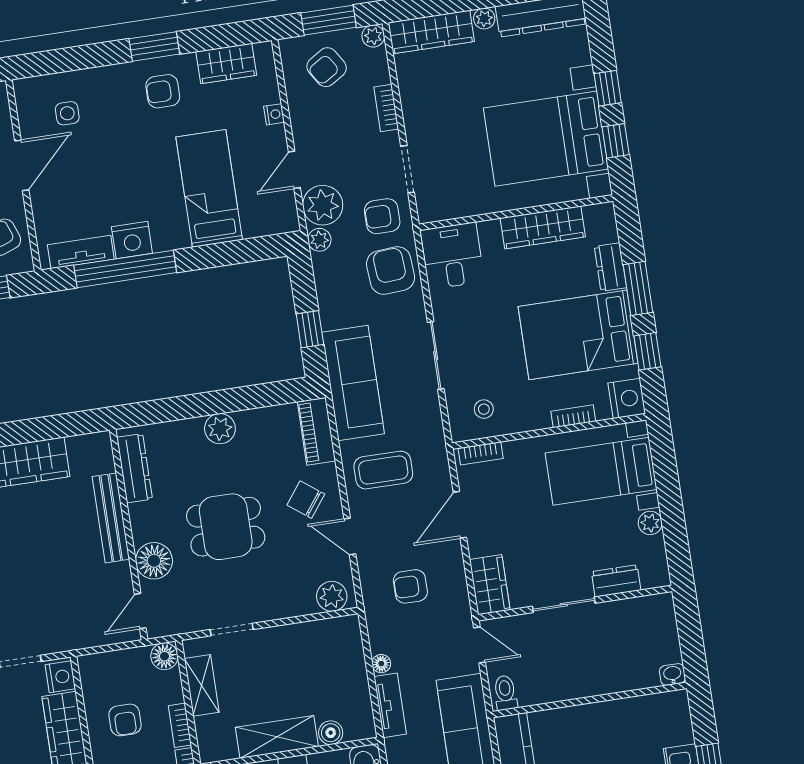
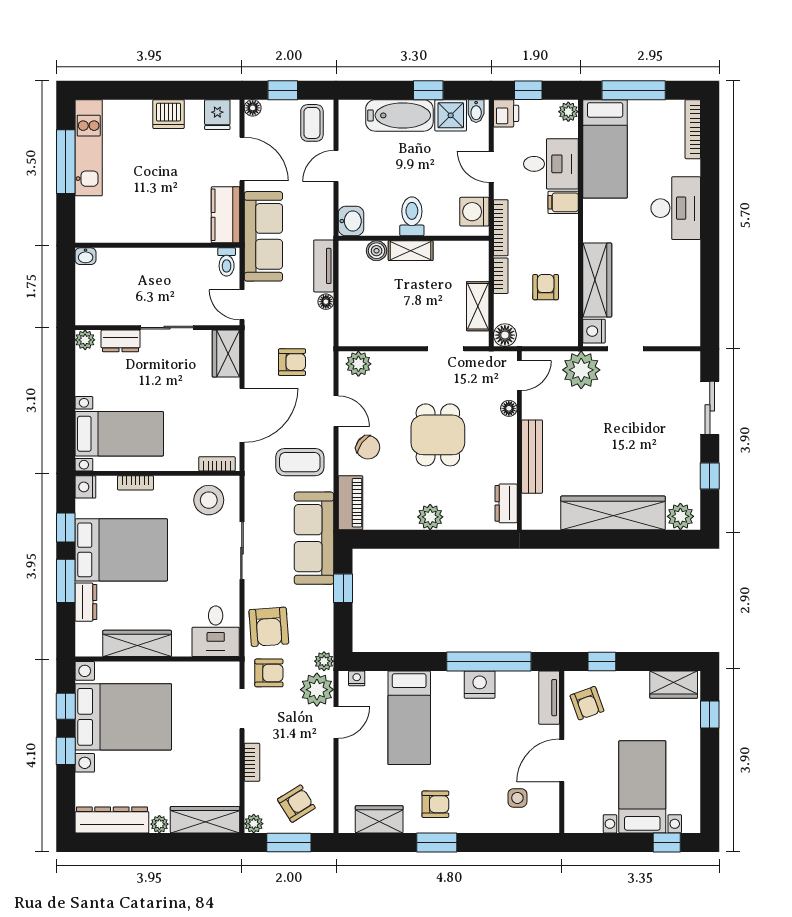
nightstand: (274, 114) -> (357, 678), moved, turned 90
tv unit: (81, 252) -> (549, 698), moved, turned 90
nightstand: (627, 398) -> (85, 487), width x0.74, depth x0.75
stool: (484, 409) -> (209, 500), width x1.89, depth x1.89
dresser: (135, 468) -> (506, 503), width x0.70
door: (460, 515) -> (242, 415), width x1.36
plant: (650, 523) -> (85, 340), moved
dining table: (226, 527) -> (438, 435), turned 90
floor lamp: (154, 561) -> (509, 408), width x0.53, depth x0.53
plant: (68, 629) -> (581, 370), added
shelving: (277, 737) -> (411, 251), width x0.67, depth x0.75

